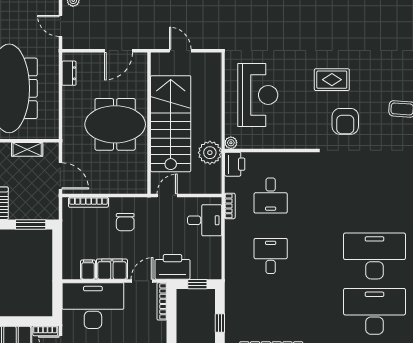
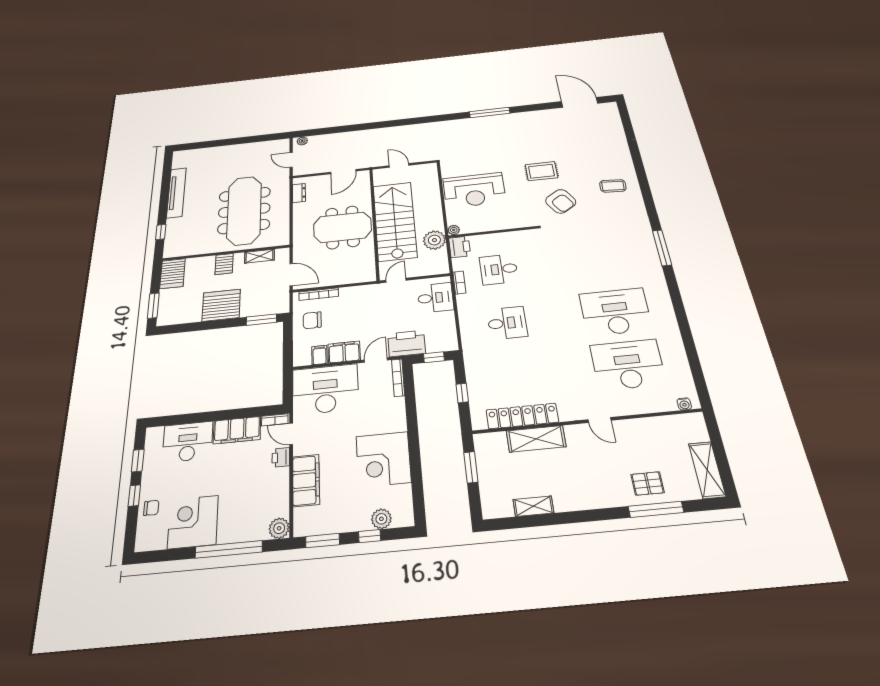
reception desk: (258, 95) -> (474, 190), turned 90
armchair: (345, 121) -> (561, 201), turned -33
desk: (271, 195) -> (499, 269), turned 90
chair: (125, 222) -> (312, 320), moved, turned 90
desk: (271, 256) -> (507, 323), turned 90

